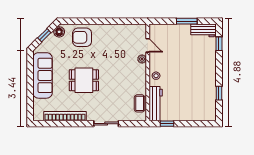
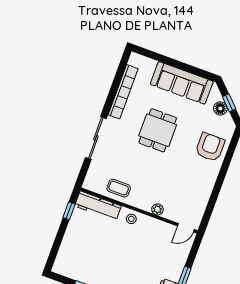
floor lamp: (59, 32) -> (220, 108), moved
door: (148, 45) -> (186, 228), moved
coffee table: (140, 103) -> (119, 188), moved
sliding door: (106, 124) -> (96, 138), width x1.37

